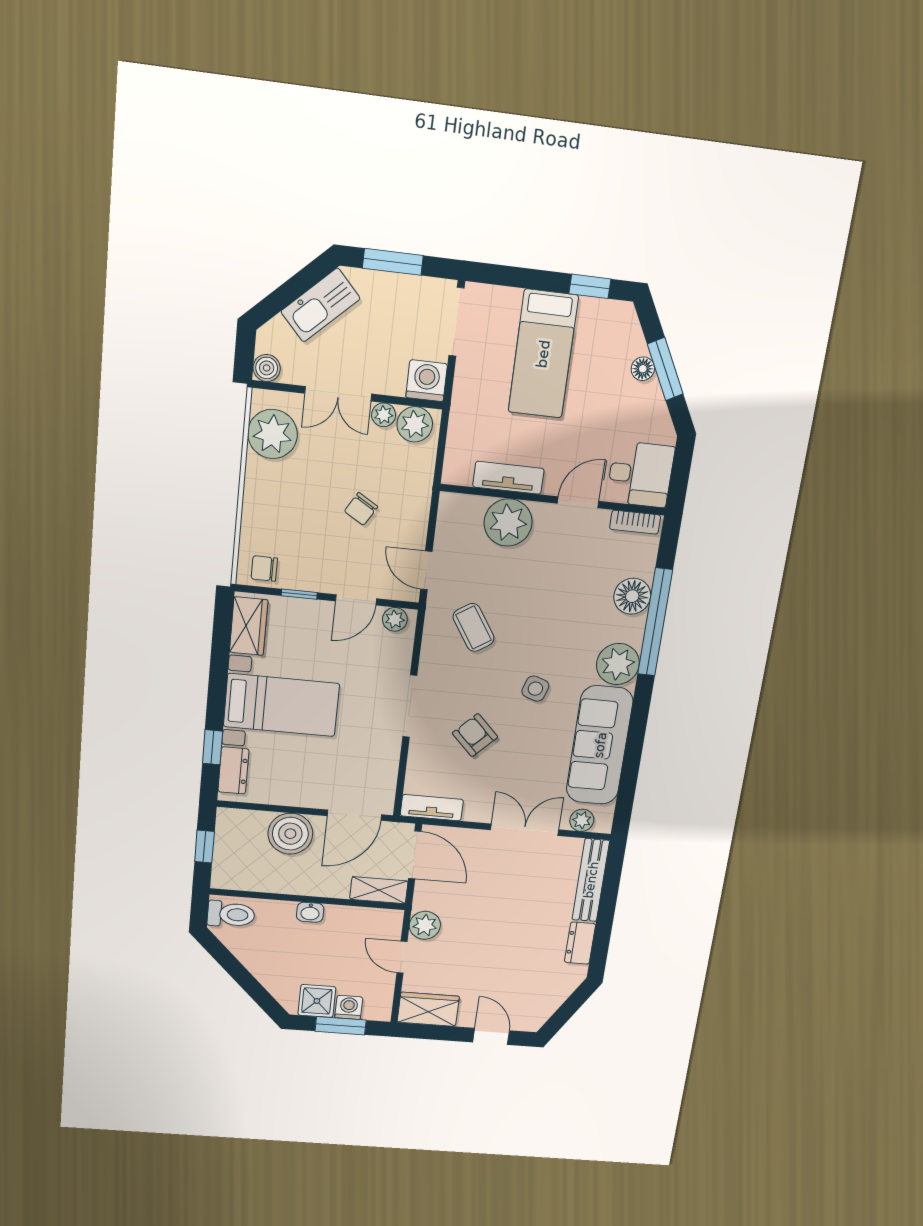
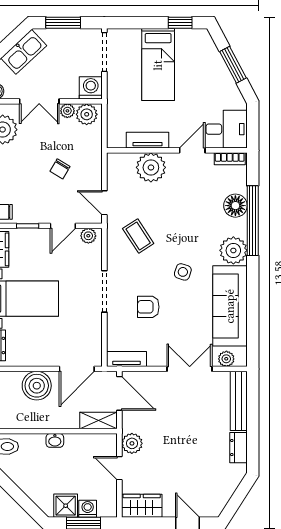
floor lamp: (643, 369) -> (219, 66), removed
armchair: (475, 735) -> (148, 307), turned -45

